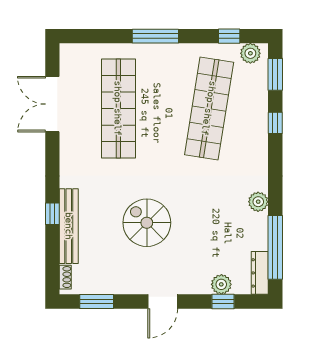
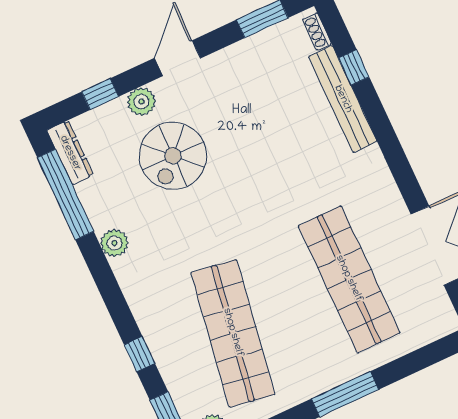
window: (52, 214) -> (354, 67), moved
spiral stairs: (147, 223) -> (173, 156), moved, turned 90
plant: (221, 284) -> (141, 102), moved

